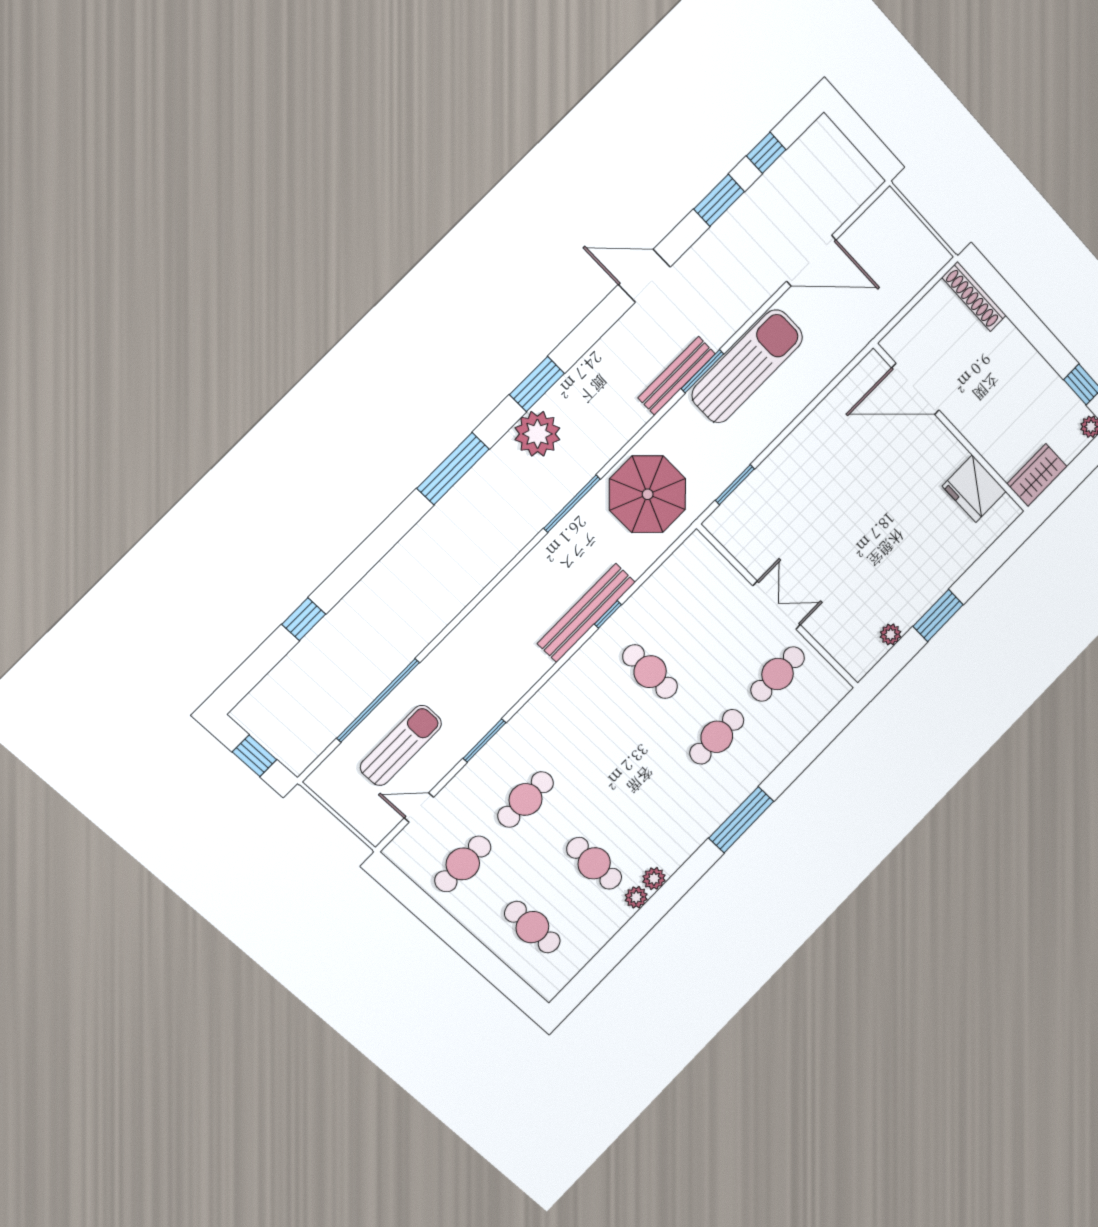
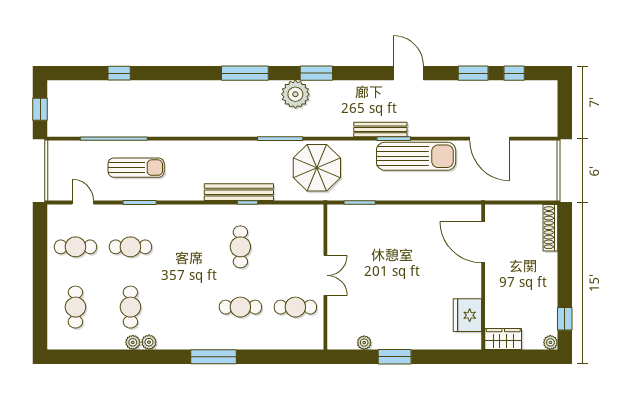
sun lounger: (401, 745) -> (136, 168), moved

